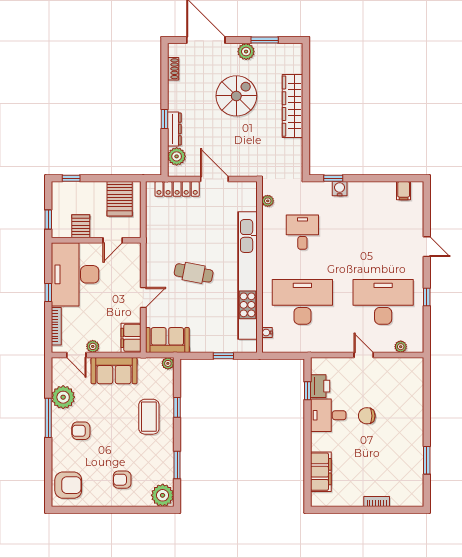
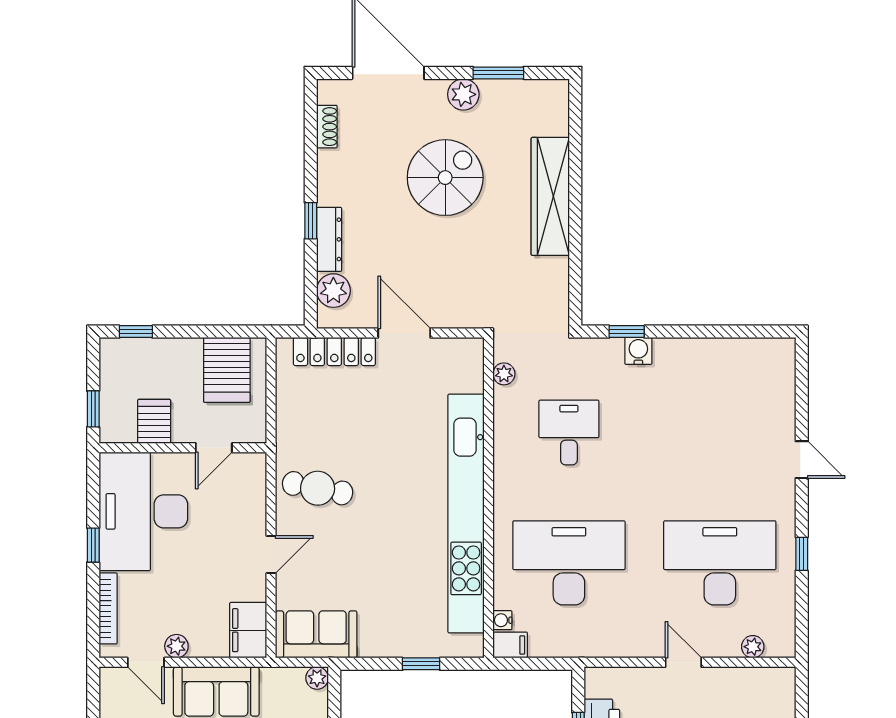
filing cabinet: (404, 191) -> (510, 645), moved, turned -90
cafe table: (194, 273) -> (318, 488), moved

